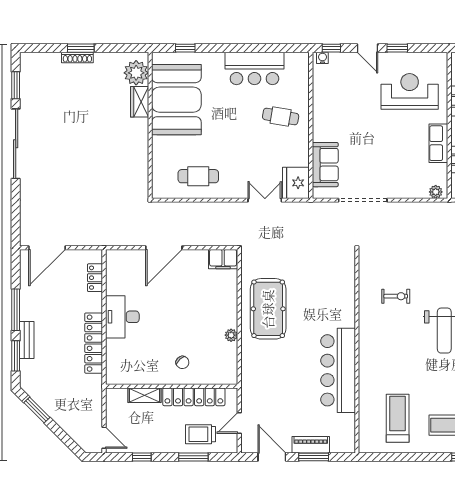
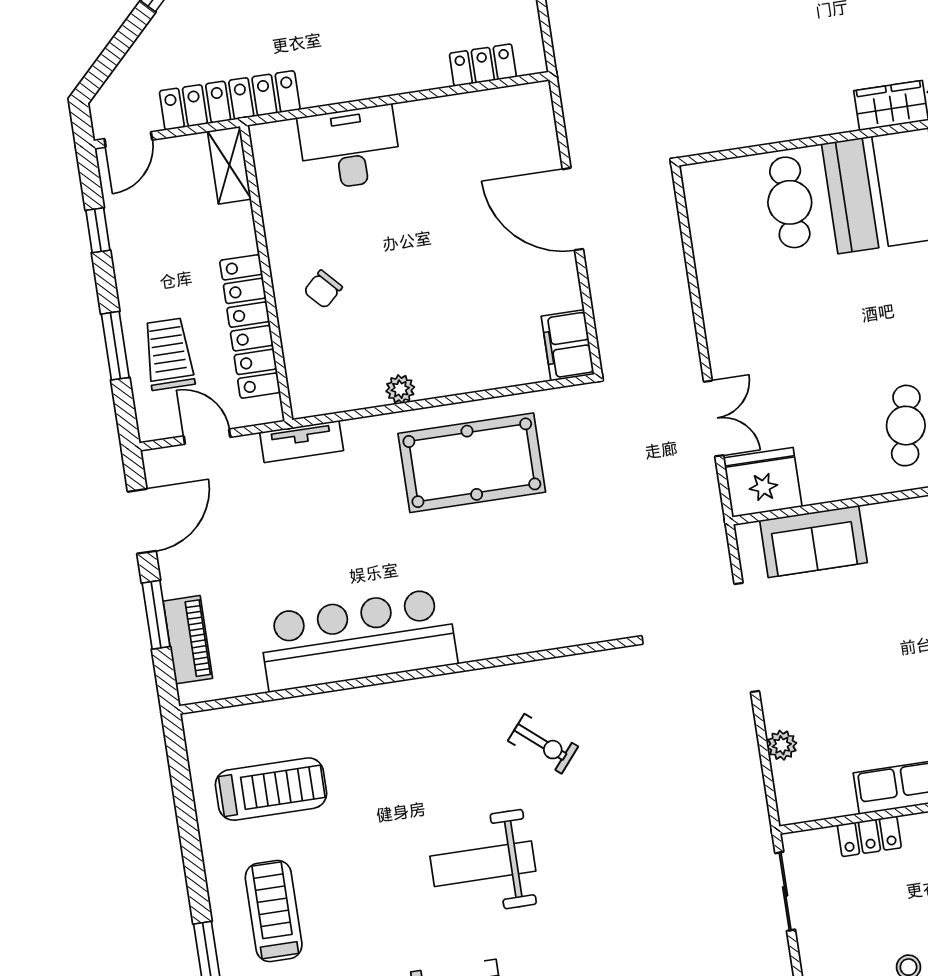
cafe table: (198, 176) -> (790, 202), moved
plant: (436, 192) -> (782, 745), moved
exercise bike: (396, 296) -> (543, 744), turned -50
desk: (122, 317) -> (350, 148), moved
locker: (94, 343) -> (230, 100), moved
tv unit: (248, 382) -> (302, 441), added
shelving: (144, 395) -> (229, 165), moved
piano: (311, 445) -> (188, 640), moved

